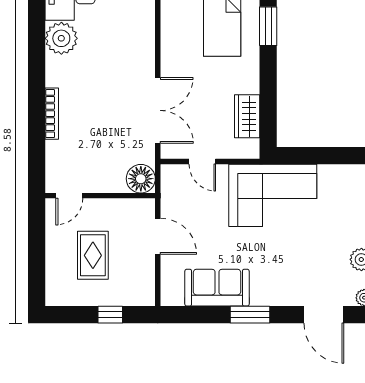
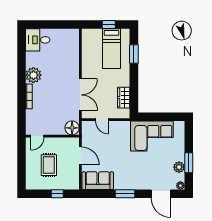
plant: (61, 38) -> (33, 75), moved
corner sofa: (273, 195) -> (152, 136), moved
sofa: (217, 288) -> (98, 181), moved

